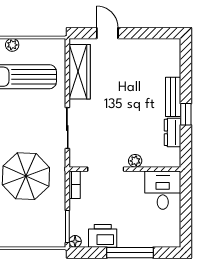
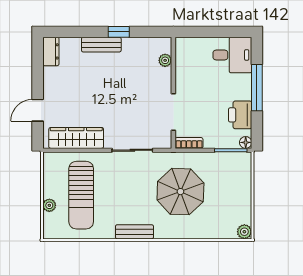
dresser: (173, 132) -> (51, 51), moved, turned -90
plant: (135, 161) -> (165, 60), moved
desk: (163, 190) -> (232, 55), moved, turned 180

